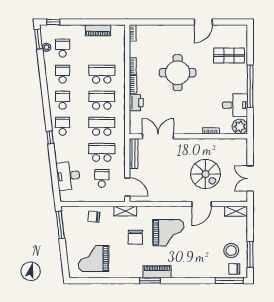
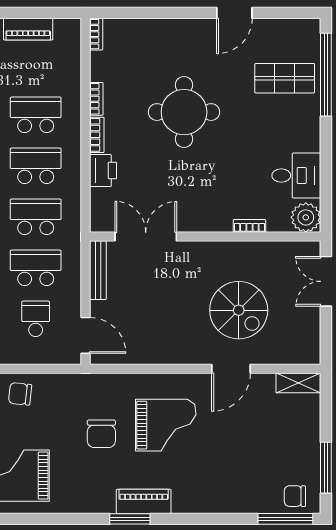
window: (250, 86) -> (326, 75), moved
double door: (250, 179) -> (326, 281), moved
shelving: (125, 211) -> (81, 383), removed
stool: (231, 251) -> (289, 460), removed

